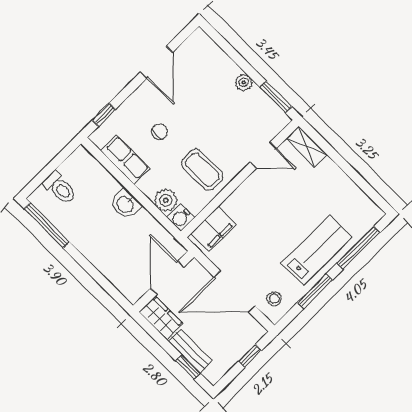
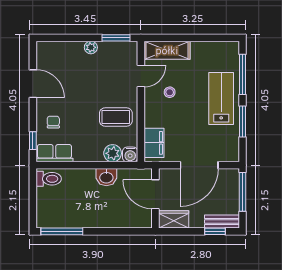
chair: (159, 132) -> (53, 122), moved
shelving: (306, 146) -> (167, 50), width x1.50, depth x1.33
row of seats: (125, 160) -> (54, 153), moved
toilet: (60, 188) -> (49, 179), moved
washbasin: (126, 204) -> (106, 177), moved
stool: (274, 299) -> (170, 92), moved
bench: (190, 351) -> (222, 221), moved
window: (250, 356) -> (243, 192), width x2.17

